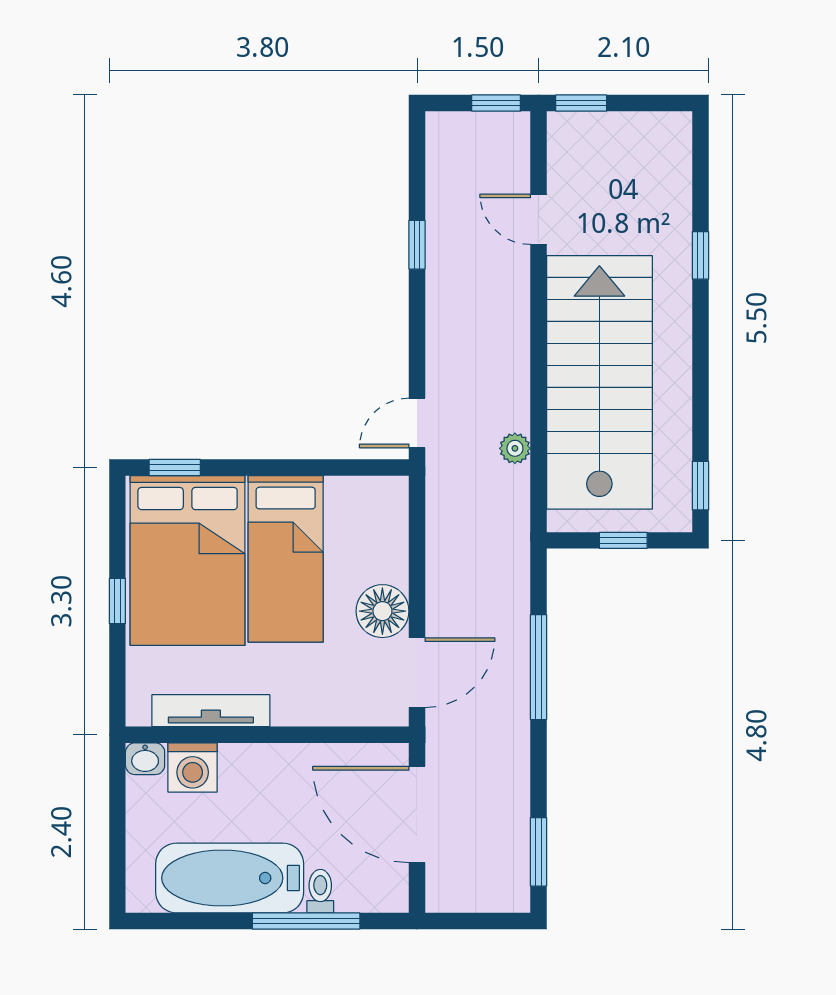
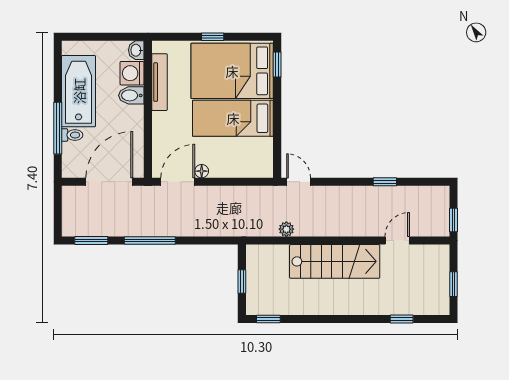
window: (581, 103) -> (453, 284), moved
window: (700, 255) -> (402, 319), moved
stairs: (599, 382) -> (335, 261), width x0.73, depth x0.66
floor lamp: (382, 611) -> (202, 171), width x0.53, depth x0.53
window: (538, 667) -> (150, 241), moved
door: (417, 673) -> (178, 182), swing flipped
bidet: (238, 769) -> (131, 95), added

